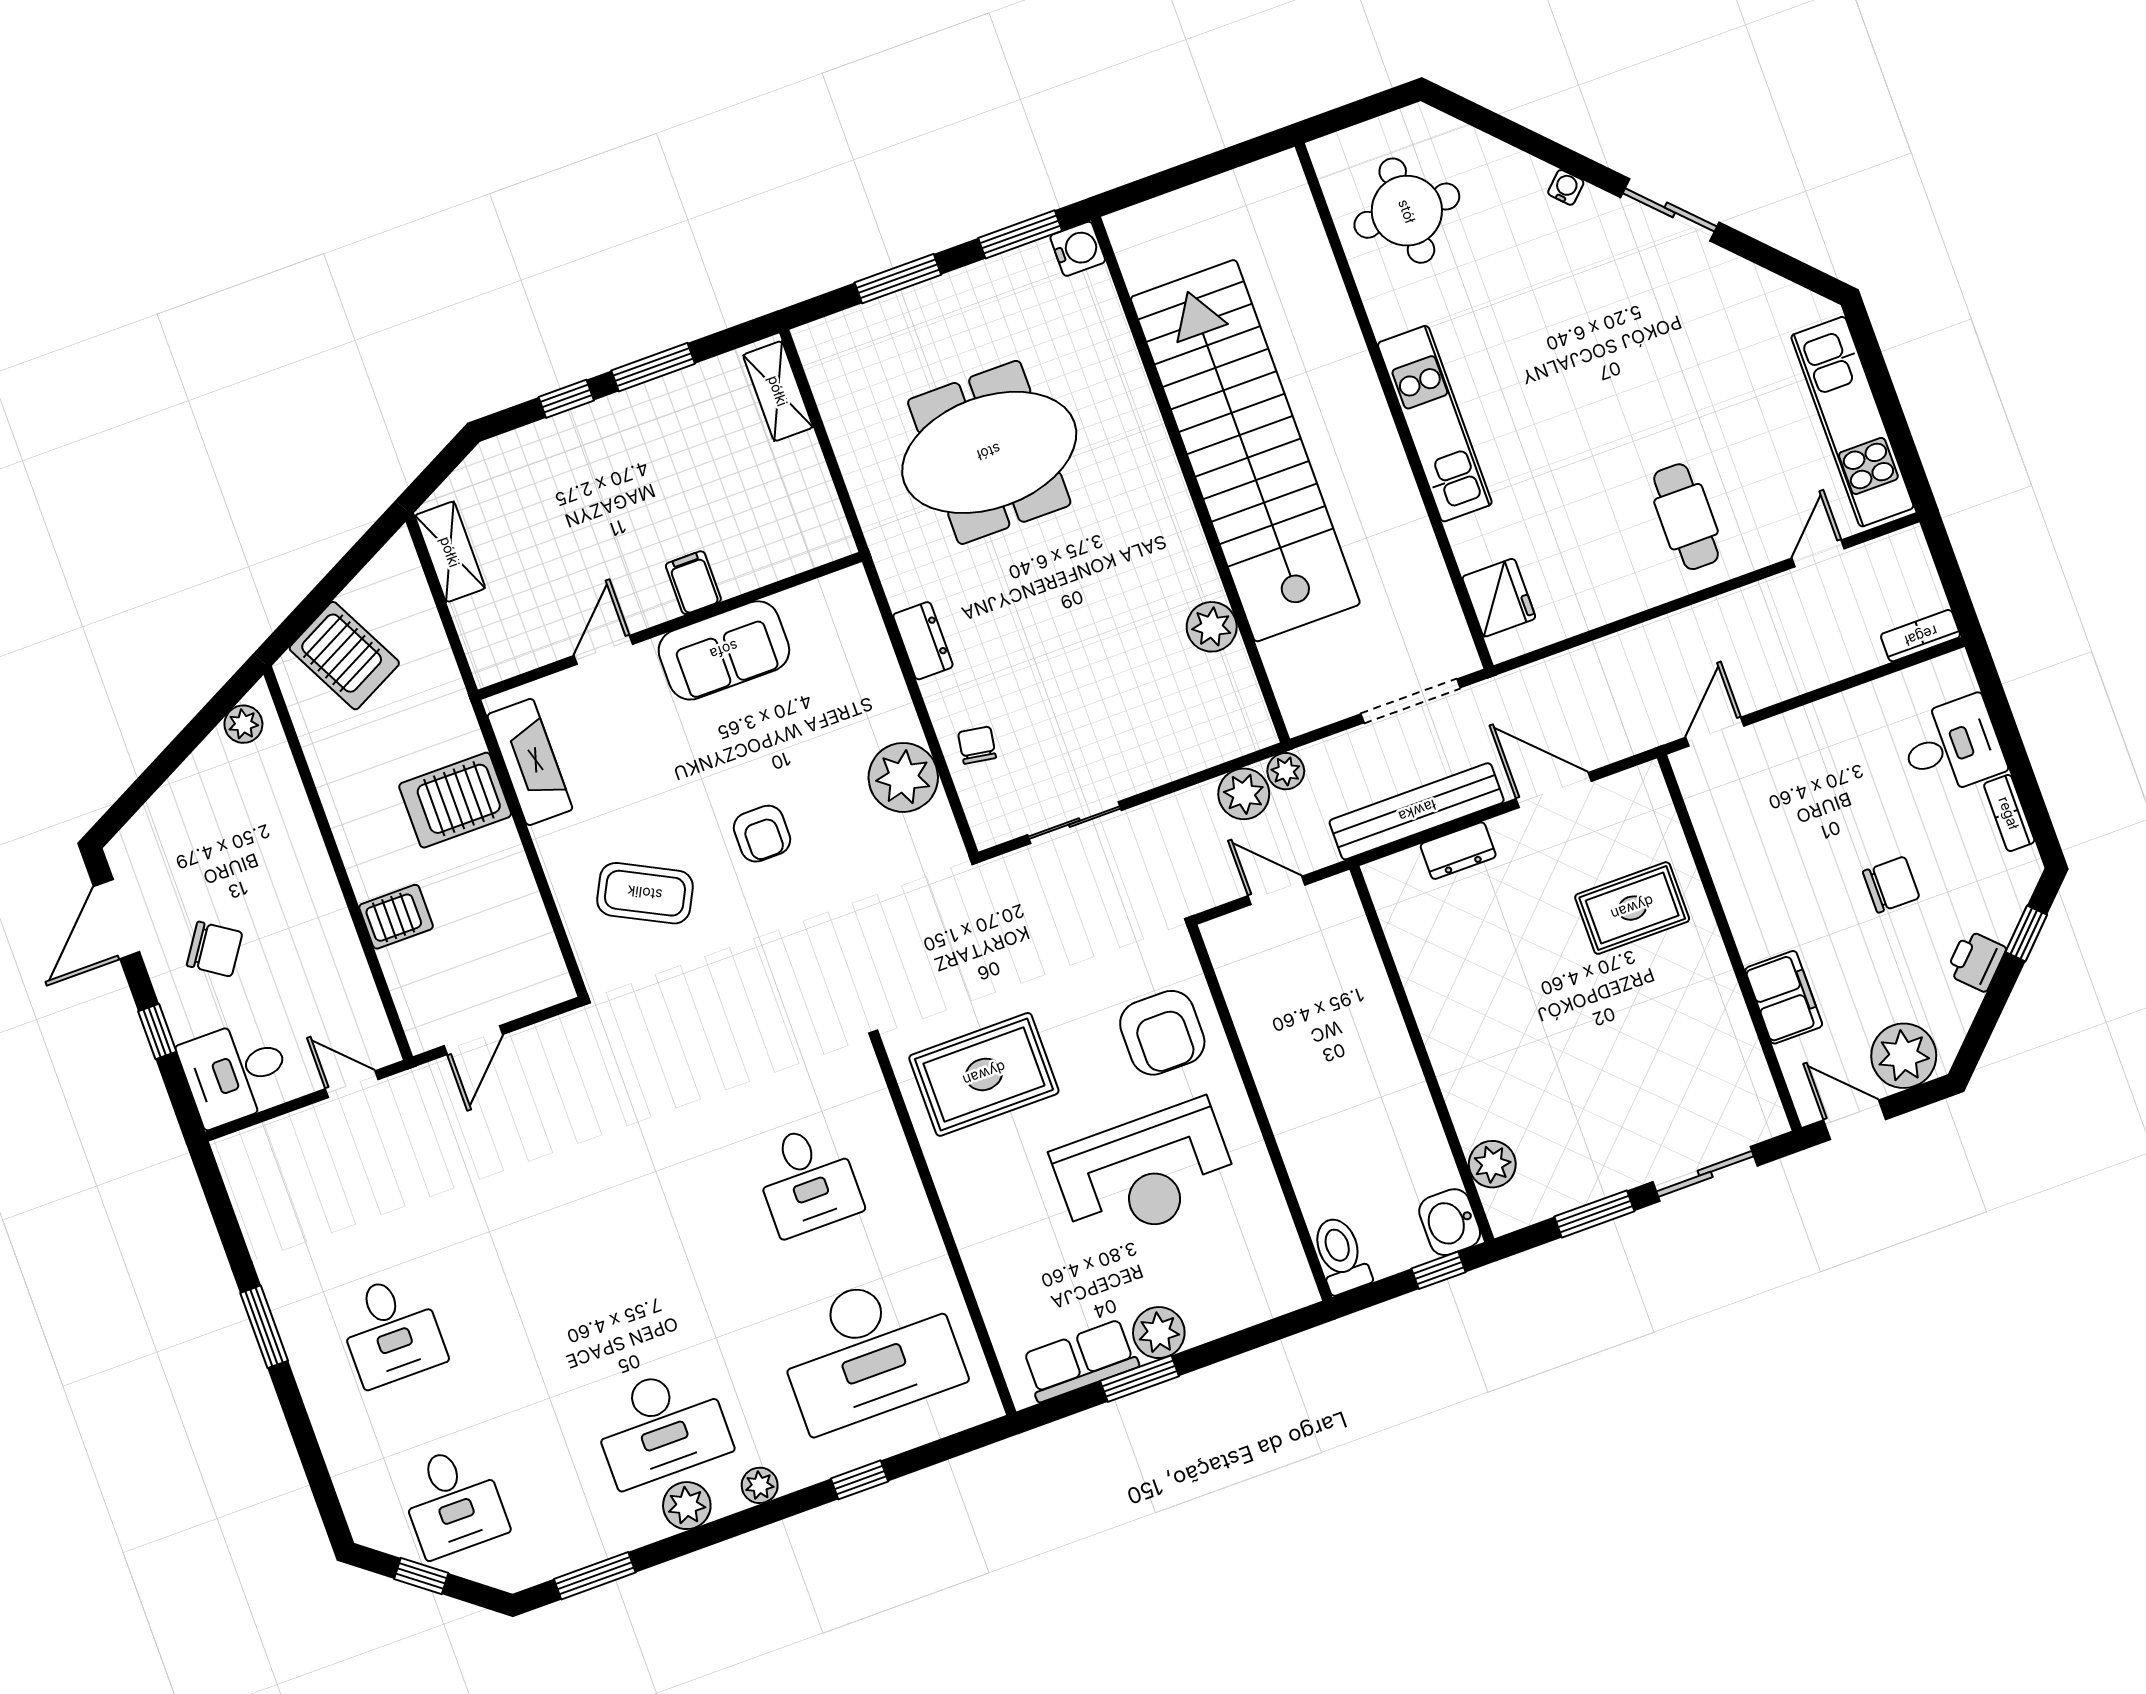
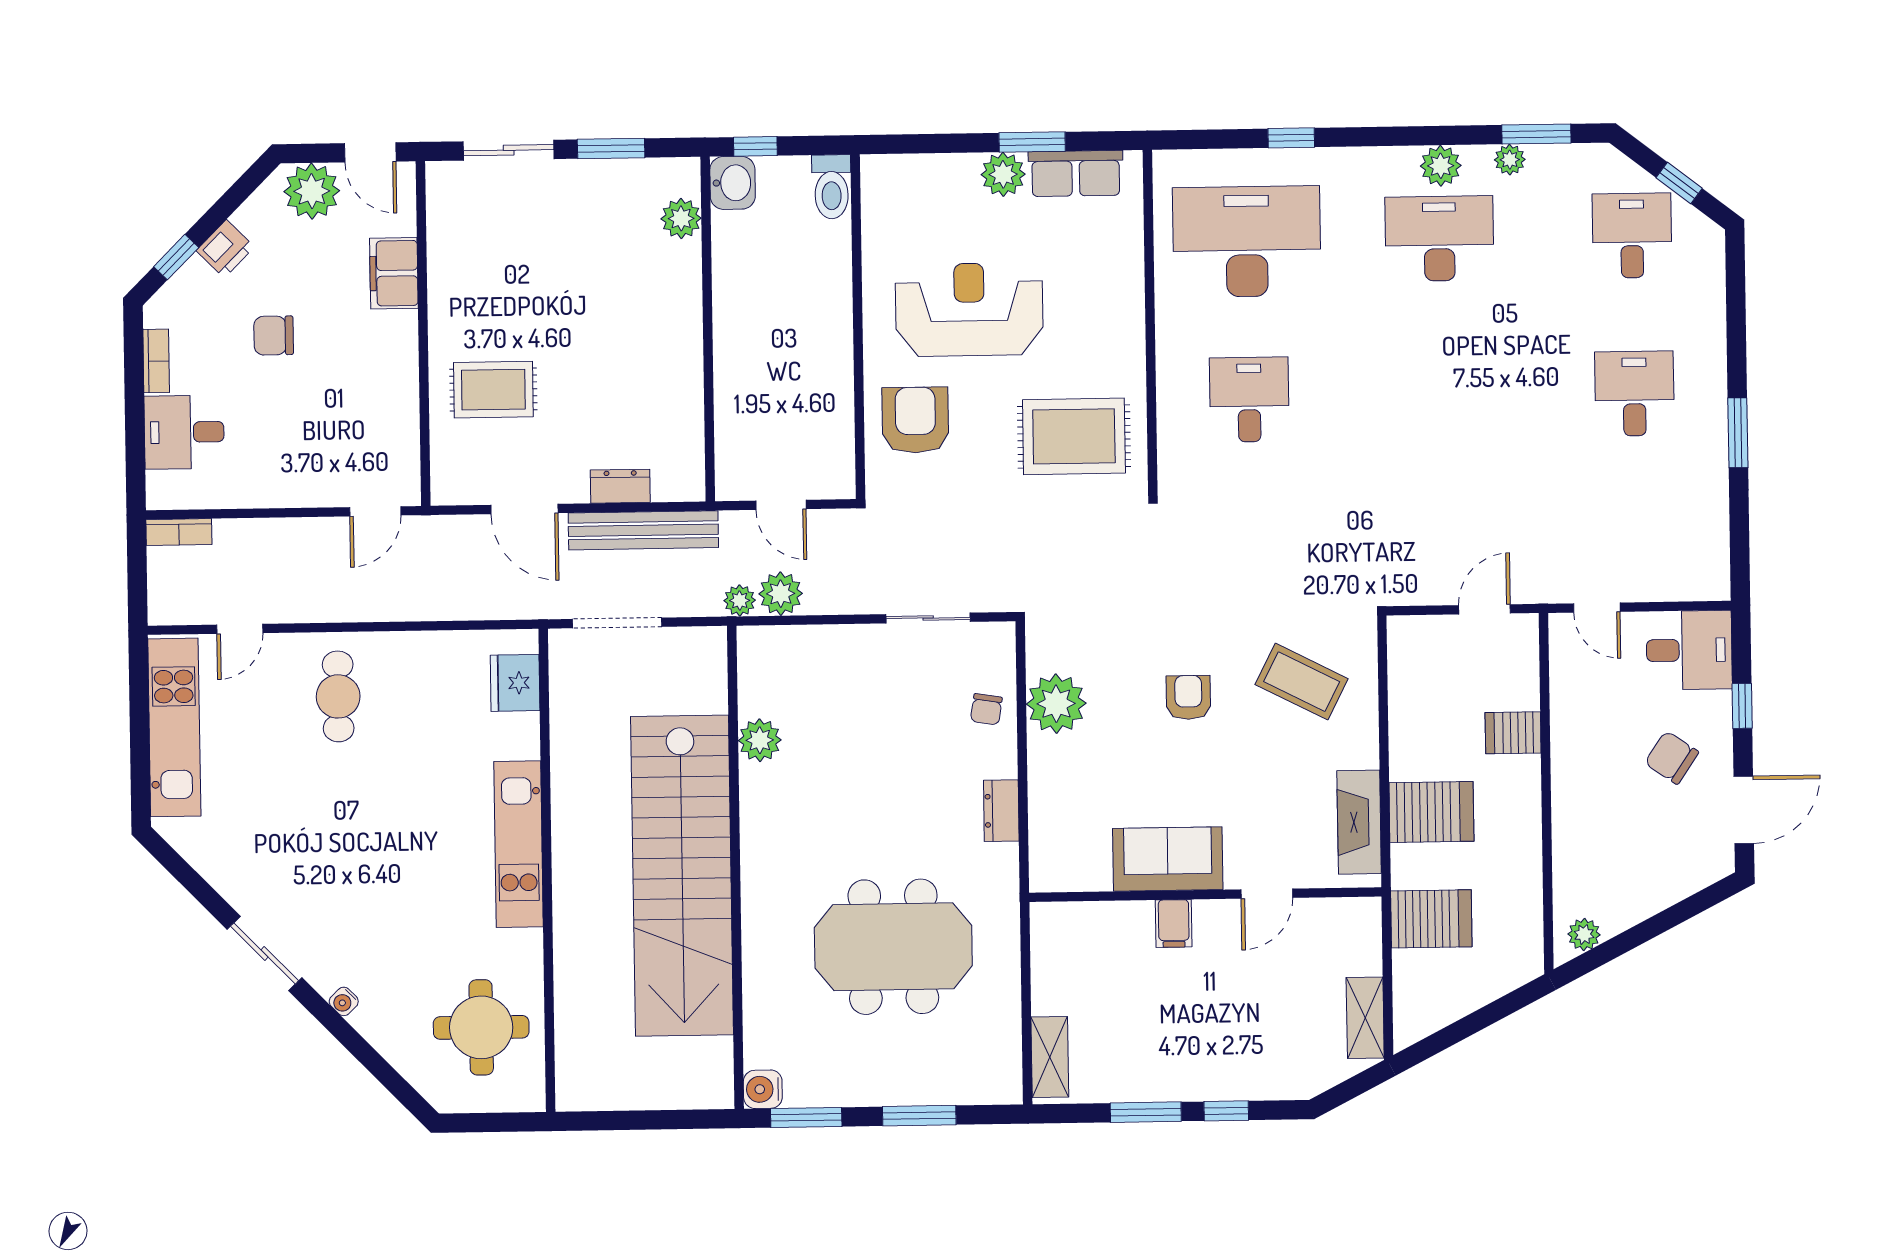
server rack: (344, 656) -> (1431, 919), moved, turned 117
plant: (760, 1485) -> (1510, 160), moved

